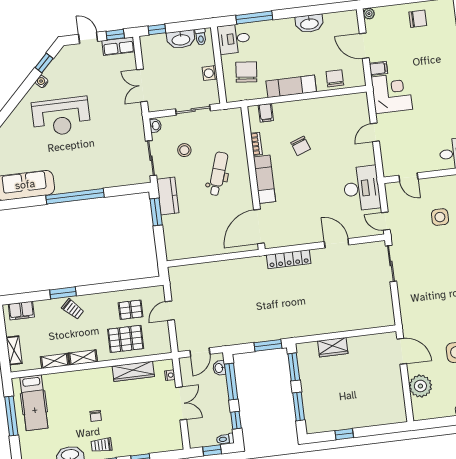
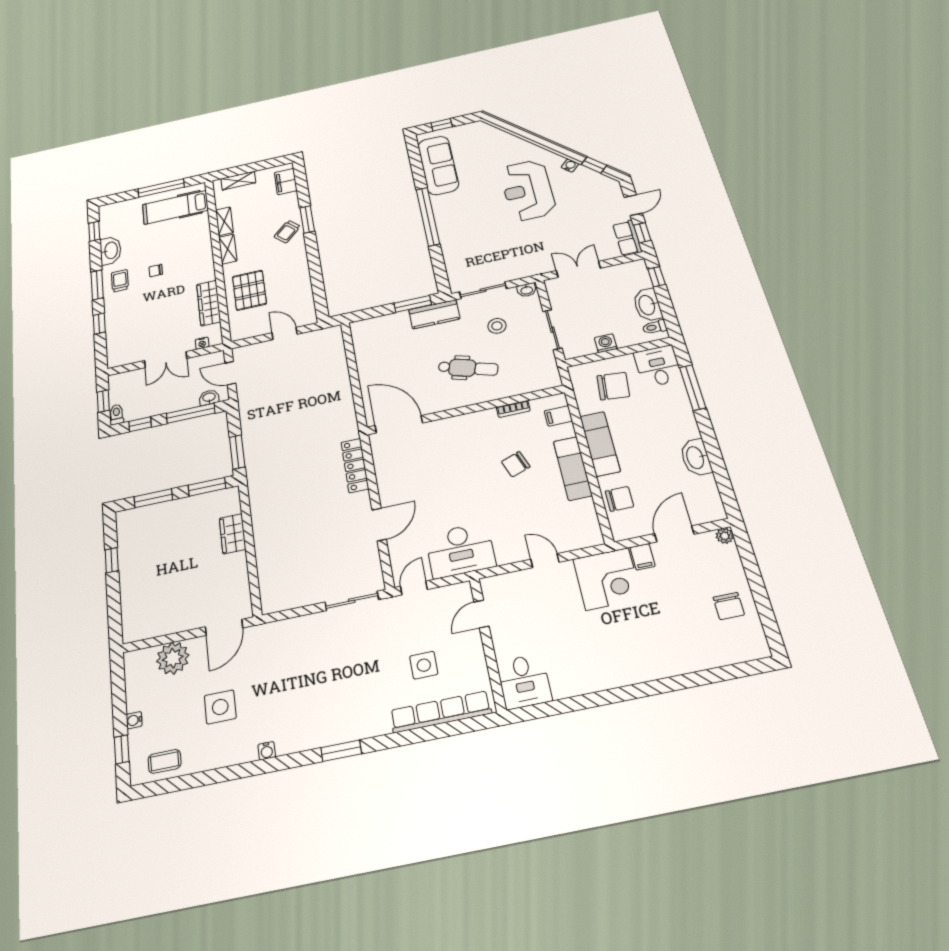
exam couch: (264, 179) -> (573, 468), moved, turned 90
pallet: (131, 310) -> (286, 291), removed

